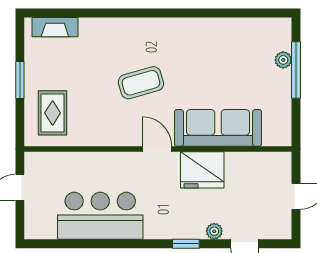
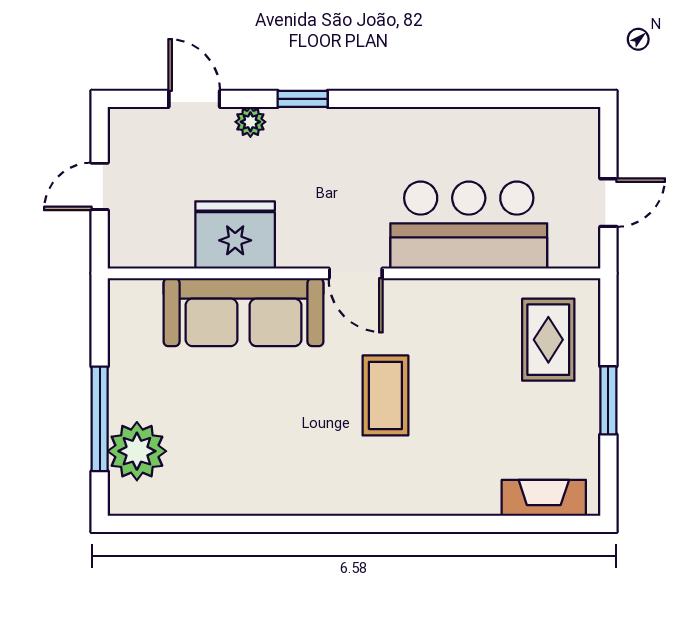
plant: (283, 60) -> (137, 451), width x1.87, depth x1.87
coffee table: (141, 83) -> (385, 395), turned -74
fridge: (202, 170) -> (235, 235), moved
bar counter: (100, 216) -> (469, 225), moved, turned 180

